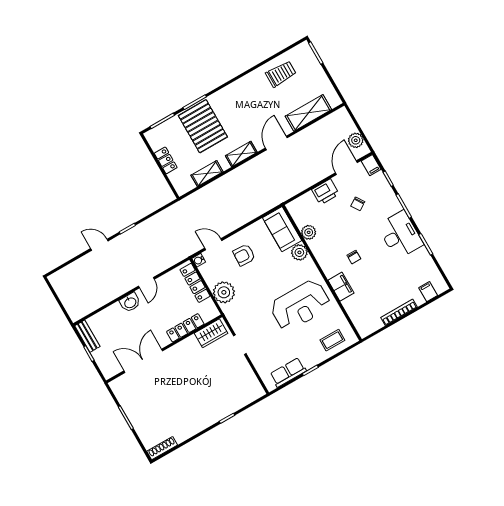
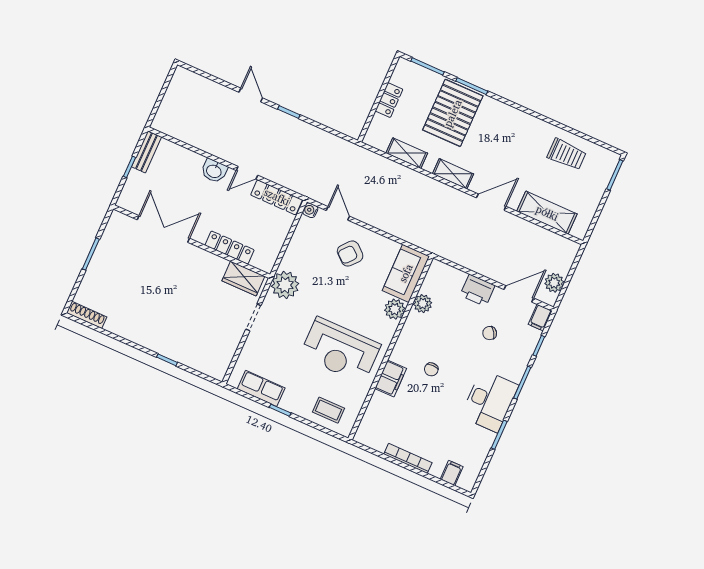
armchair: (244, 255) -> (350, 254), turned -52
locker: (195, 283) -> (277, 197), moved, turned -90
plant: (224, 292) -> (285, 285), moved

